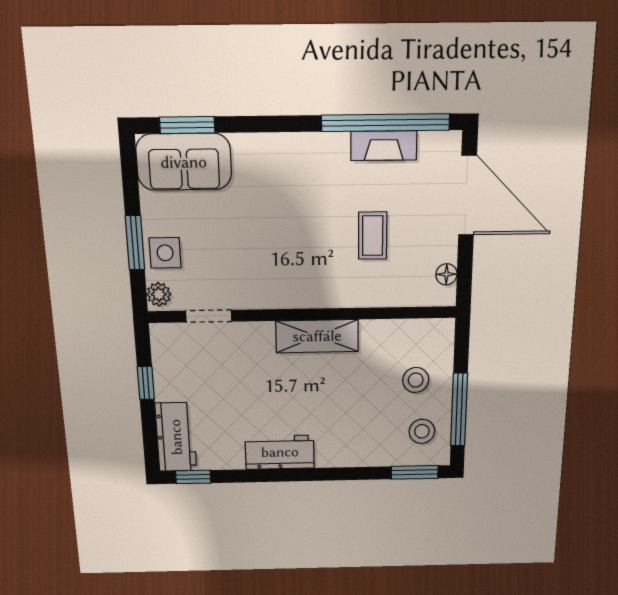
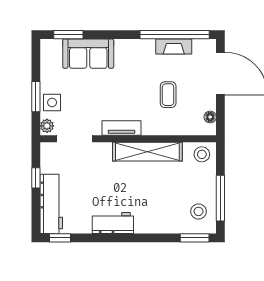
sofa: (184, 162) -> (88, 54), moved
tv unit: (291, 296) -> (122, 128), added
doorway: (209, 316) -> (75, 139), width x1.38
shelving: (317, 336) -> (147, 152), width x1.47
stool: (416, 380) -> (202, 154), moved
workbench: (176, 437) -> (51, 204), width x1.38

